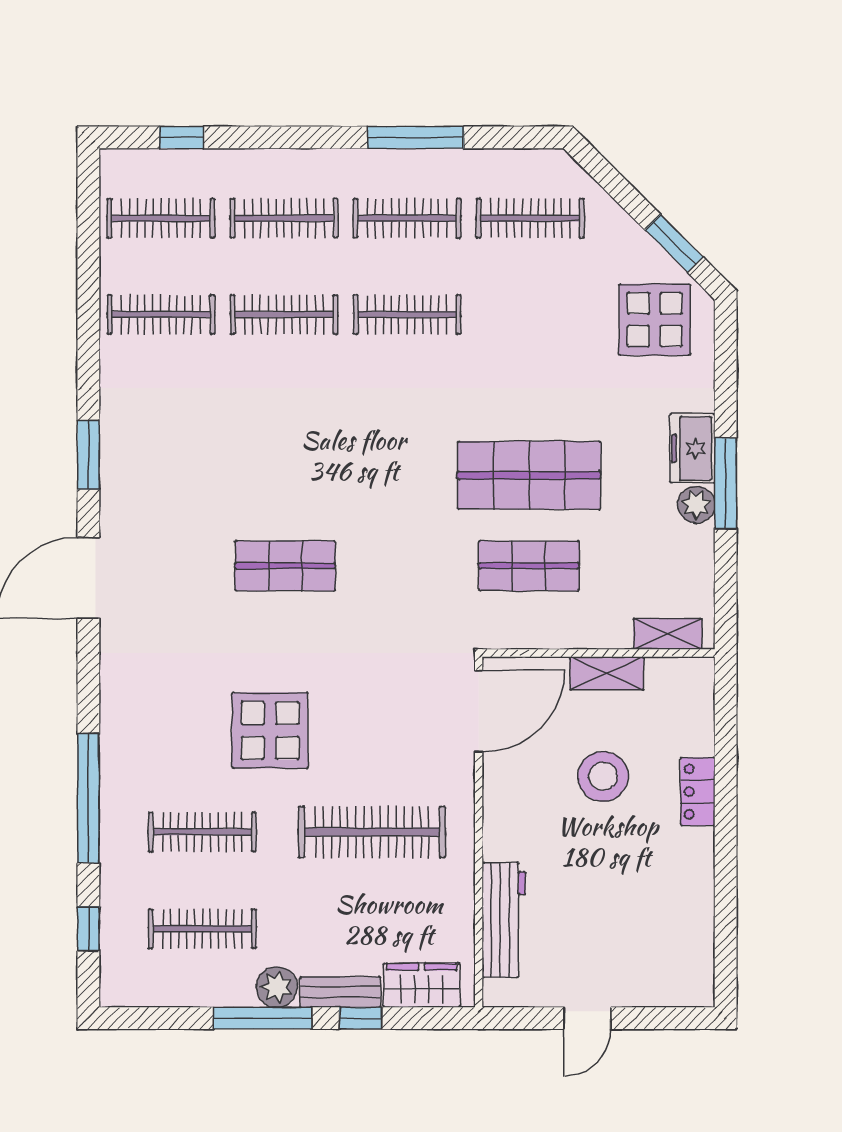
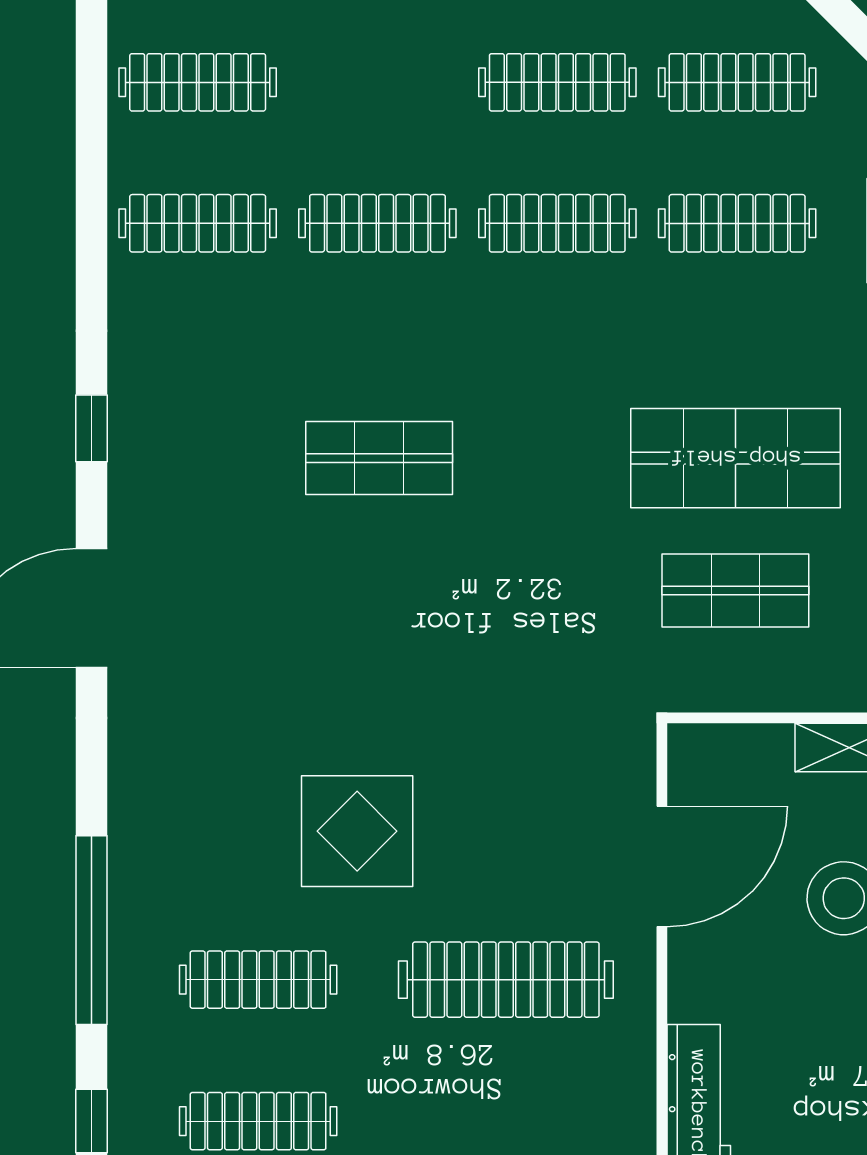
clothes rail: (284, 218) -> (737, 223), moved
window: (88, 455) -> (92, 428), width x0.67
shop shelf: (285, 566) -> (379, 458), moved
door: (479, 711) -> (662, 866), moved

